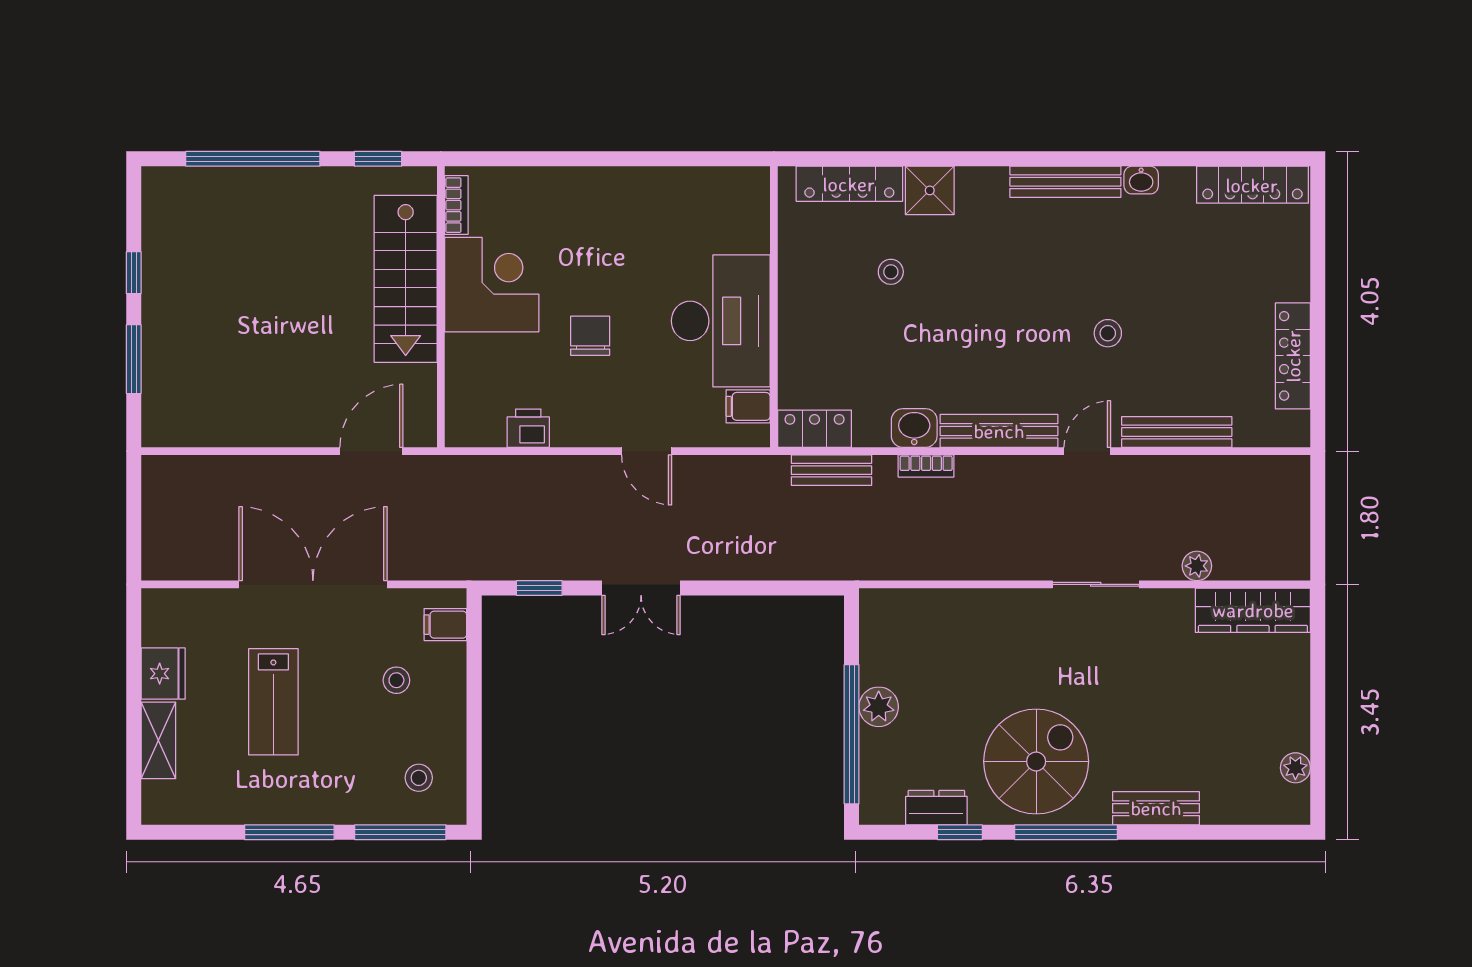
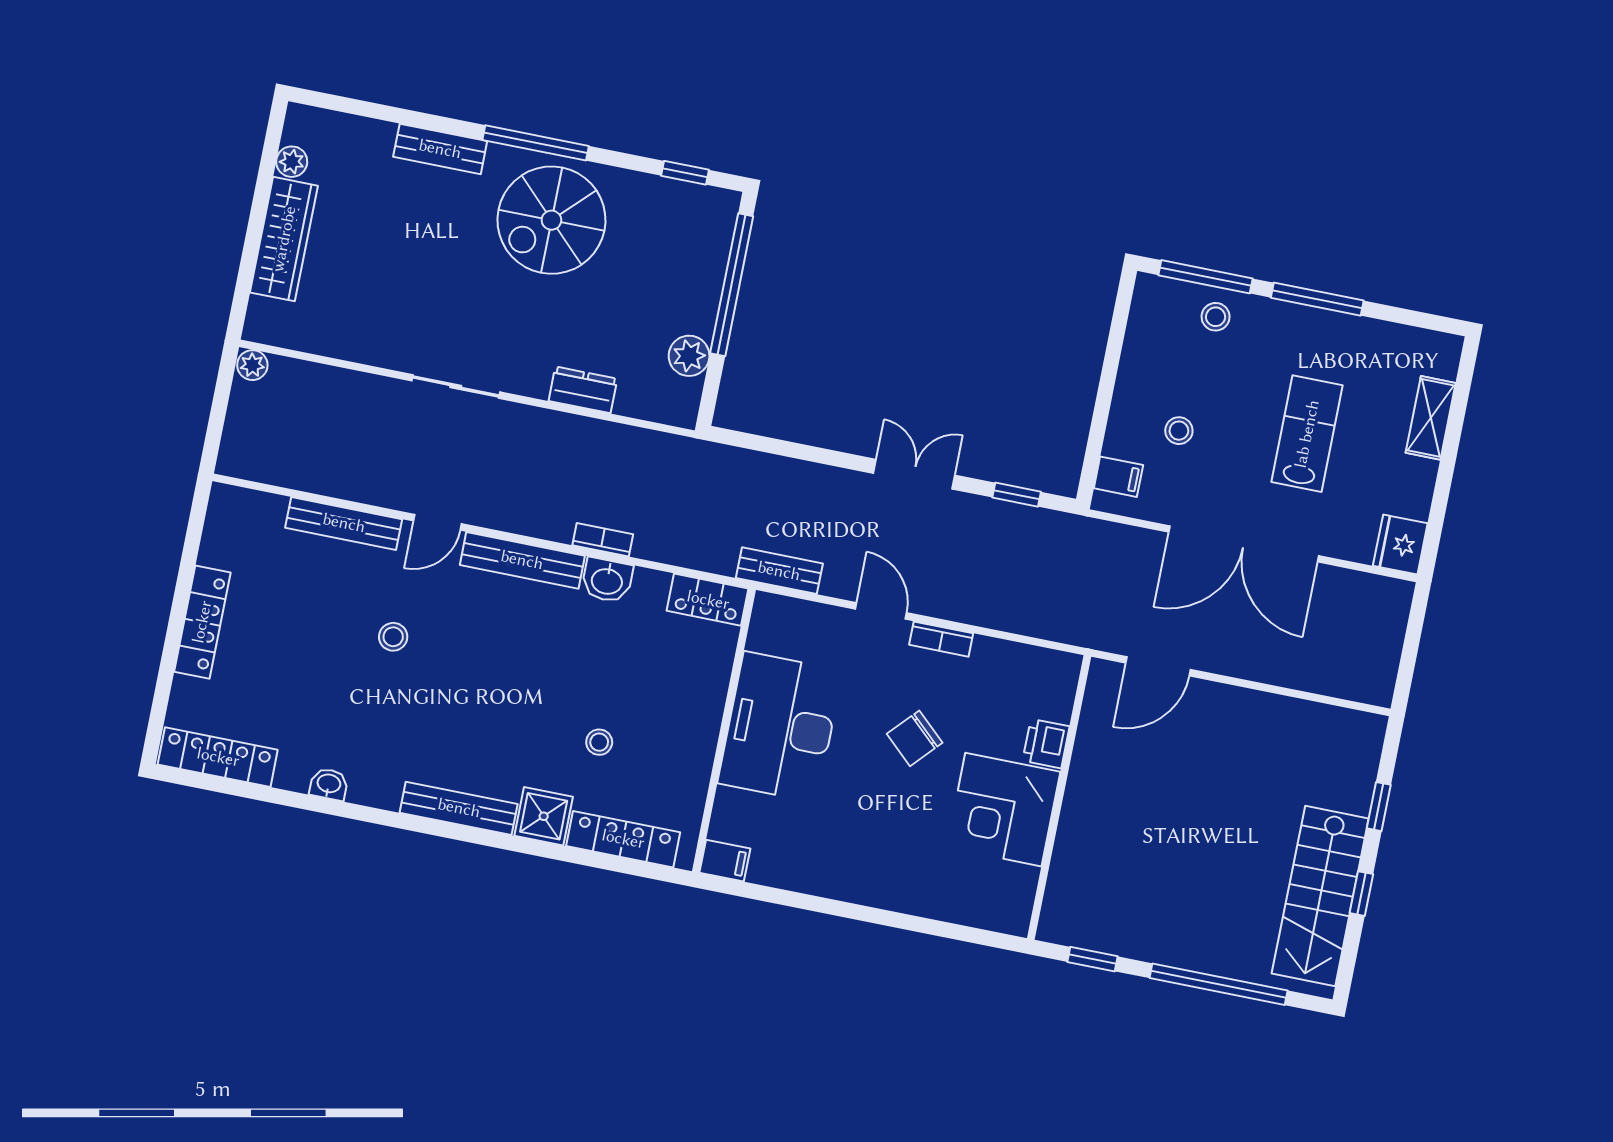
bench: (1065, 182) -> (459, 808), moved
bookcase: (456, 205) -> (941, 639), moved, turned -90
stairs: (406, 279) -> (1320, 896), moved, turned 180
chair: (590, 336) -> (915, 738), turned 43
locker: (1293, 356) -> (202, 622), moved
window: (134, 359) -> (1379, 807), width x0.67
filing cabinet: (748, 406) -> (725, 861), moved
printer: (528, 428) -> (1046, 744), moved, turned 90
bench: (831, 470) -> (779, 571), moved
plant: (1197, 566) -> (252, 365), moved
wardrobe: (1253, 610) -> (284, 239), moved, turned 90
fridge: (163, 674) -> (1400, 545), moved
plant: (879, 707) -> (689, 356), moved
stool: (419, 778) -> (1216, 317), moved
dresser: (936, 808) -> (583, 390), moved, turned 180
window: (960, 832) -> (685, 173), moved

